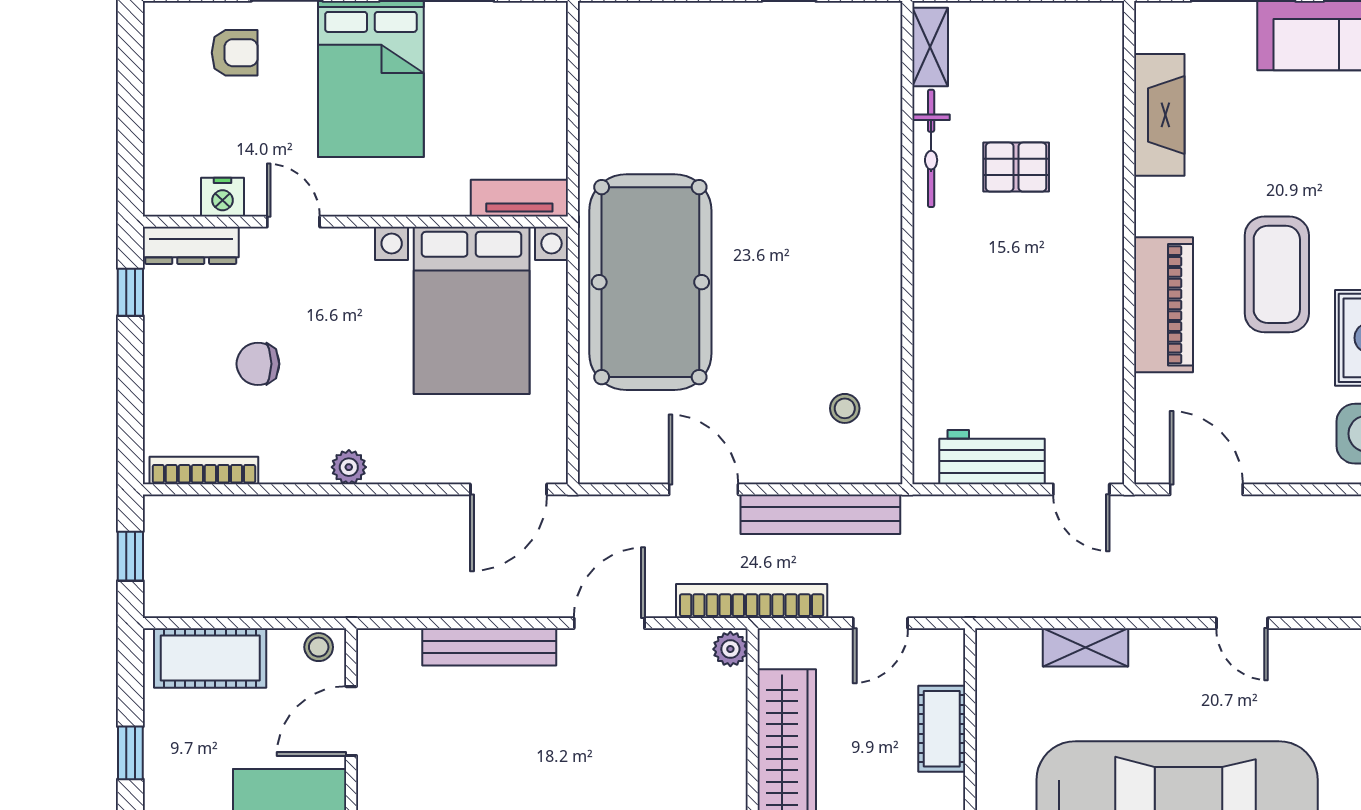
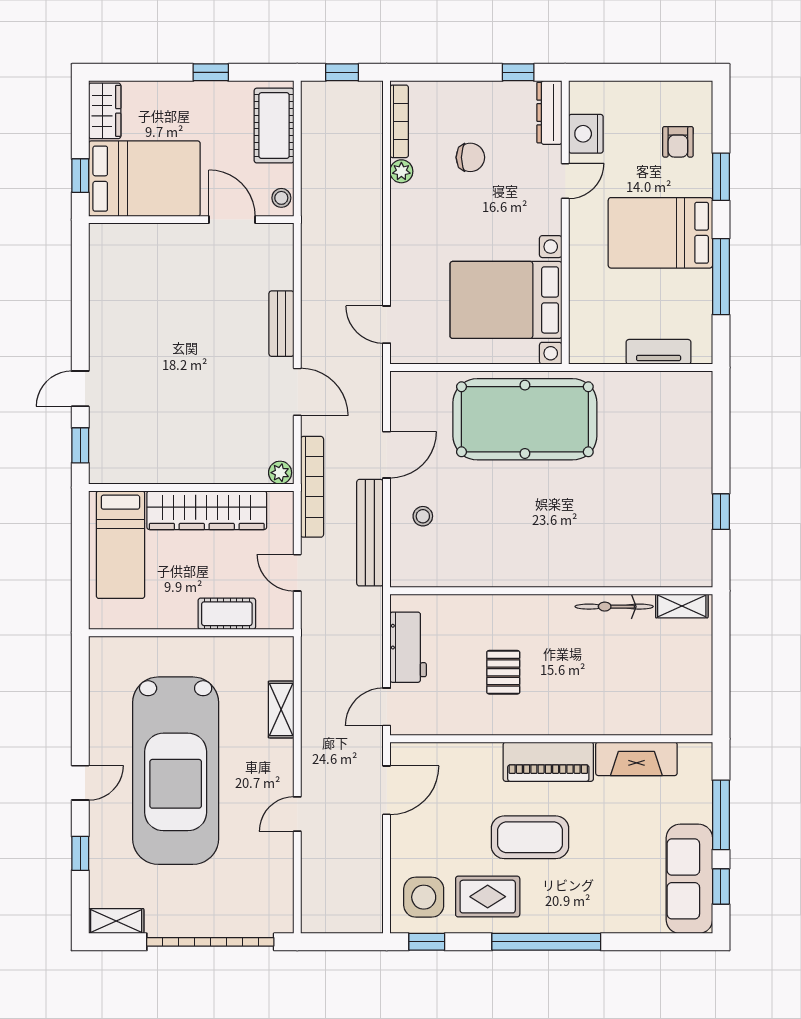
pallet: (1016, 167) -> (503, 672), moved
nightstand: (222, 197) -> (586, 134), width x1.36, depth x1.33
tv unit: (519, 198) -> (659, 352), moved, turned -90
piano: (1164, 305) -> (548, 762), moved
chair: (258, 364) -> (470, 157), turned 90
stool: (845, 408) -> (423, 516), moved
plant: (349, 467) -> (401, 171), moved
door: (508, 489) -> (387, 325), width x0.73
bench: (489, 647) -> (281, 324), width x0.73

